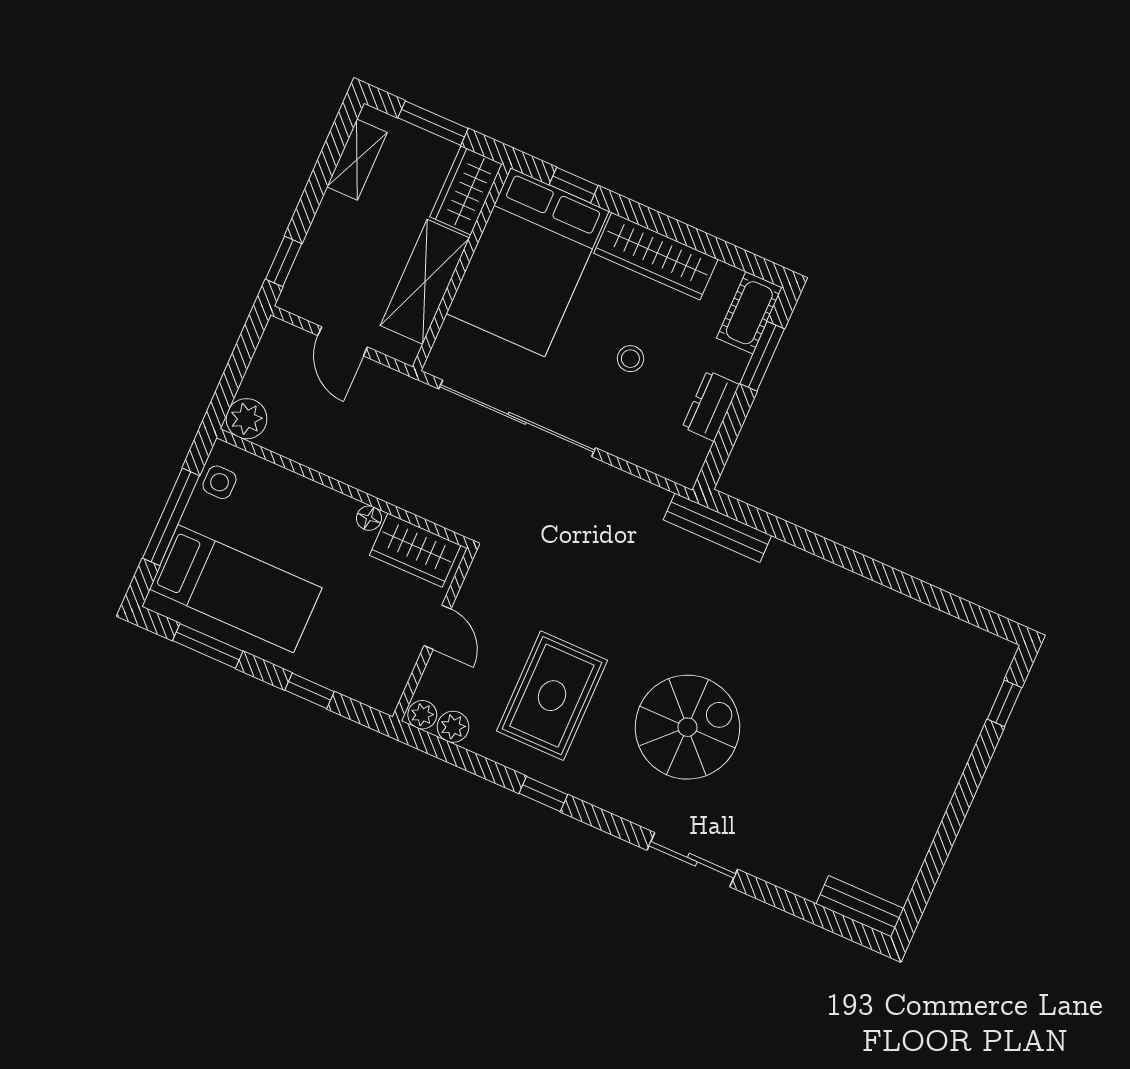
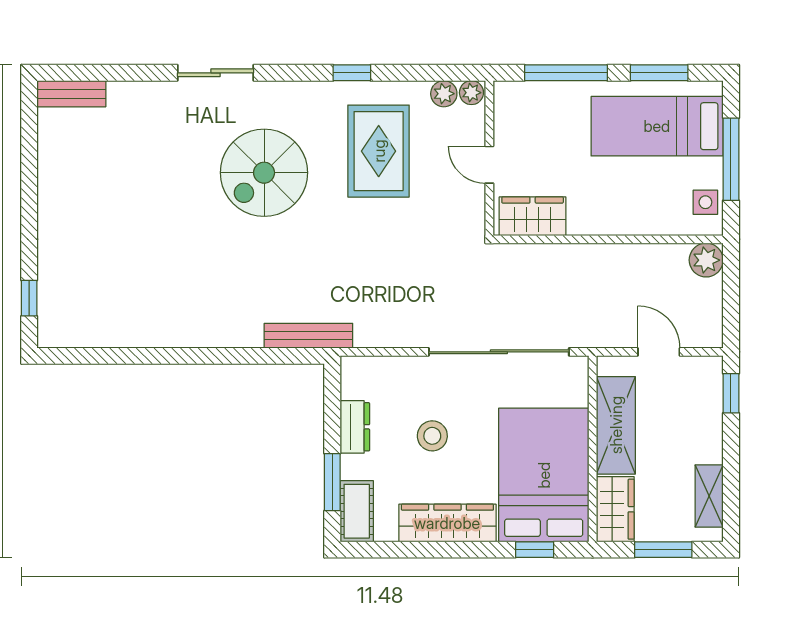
stool: (630, 359) -> (432, 436), width x1.37, depth x1.37
floor lamp: (369, 518) -> (579, 225), removed
window: (310, 691) -> (566, 73), width x2.17

